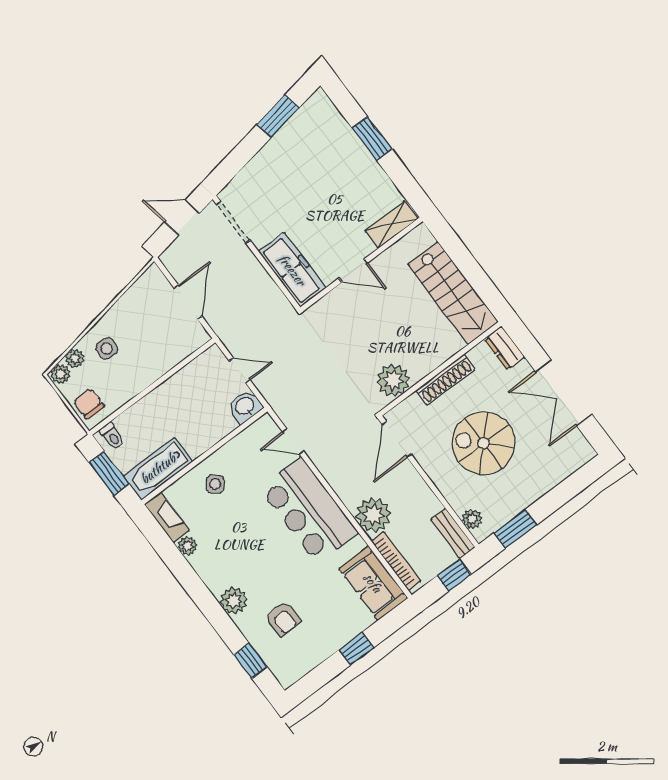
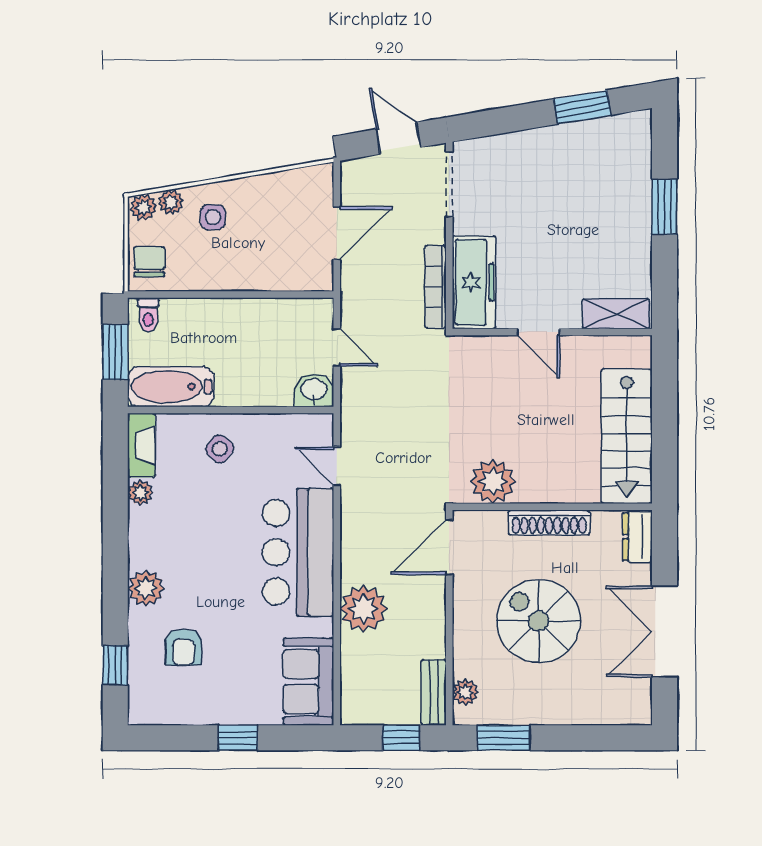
bookcase: (396, 561) -> (435, 287), moved, turned 180

